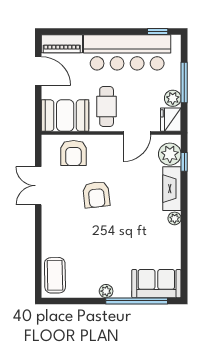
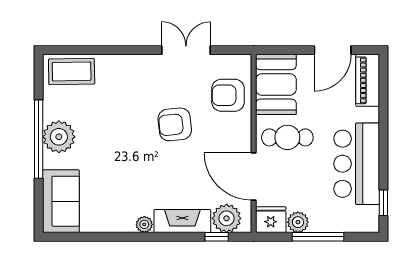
bar counter: (127, 52) -> (357, 164), width x0.73
door: (137, 133) -> (254, 177), width x1.36
plant: (106, 291) -> (59, 137), width x1.87, depth x1.87
window: (137, 301) -> (39, 139), moved

